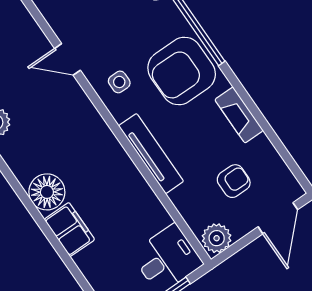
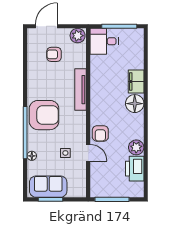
side table: (119, 82) -> (65, 153), moved
armchair: (69, 105) -> (100, 133), added
fireplace: (239, 115) -> (33, 80), removed

